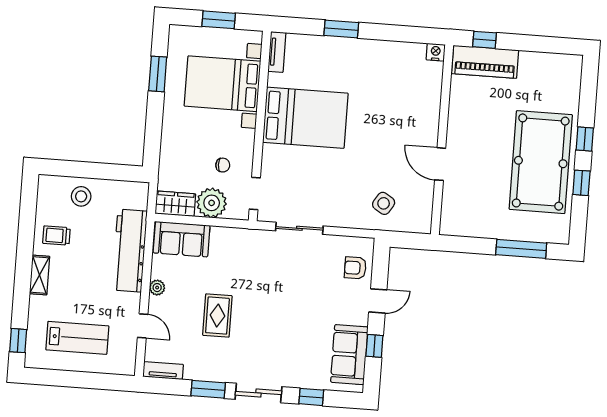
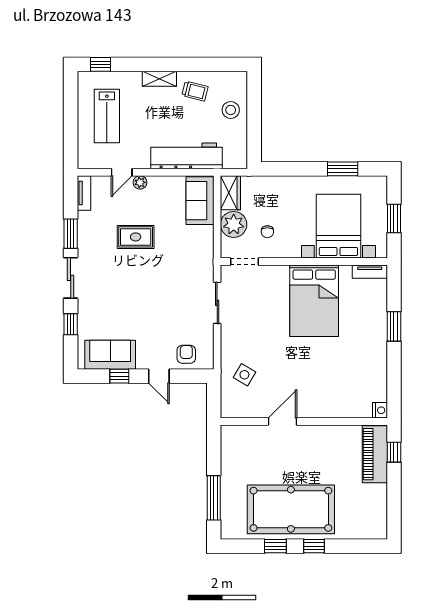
trolley: (56, 235) -> (195, 91), turned 104
plant: (157, 288) -> (140, 182), moved

